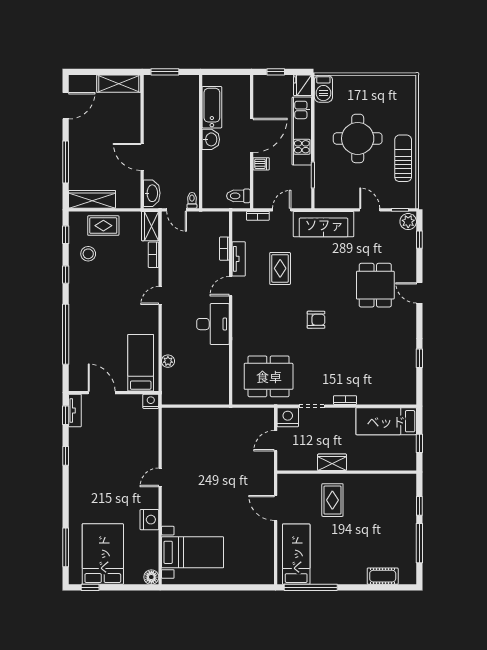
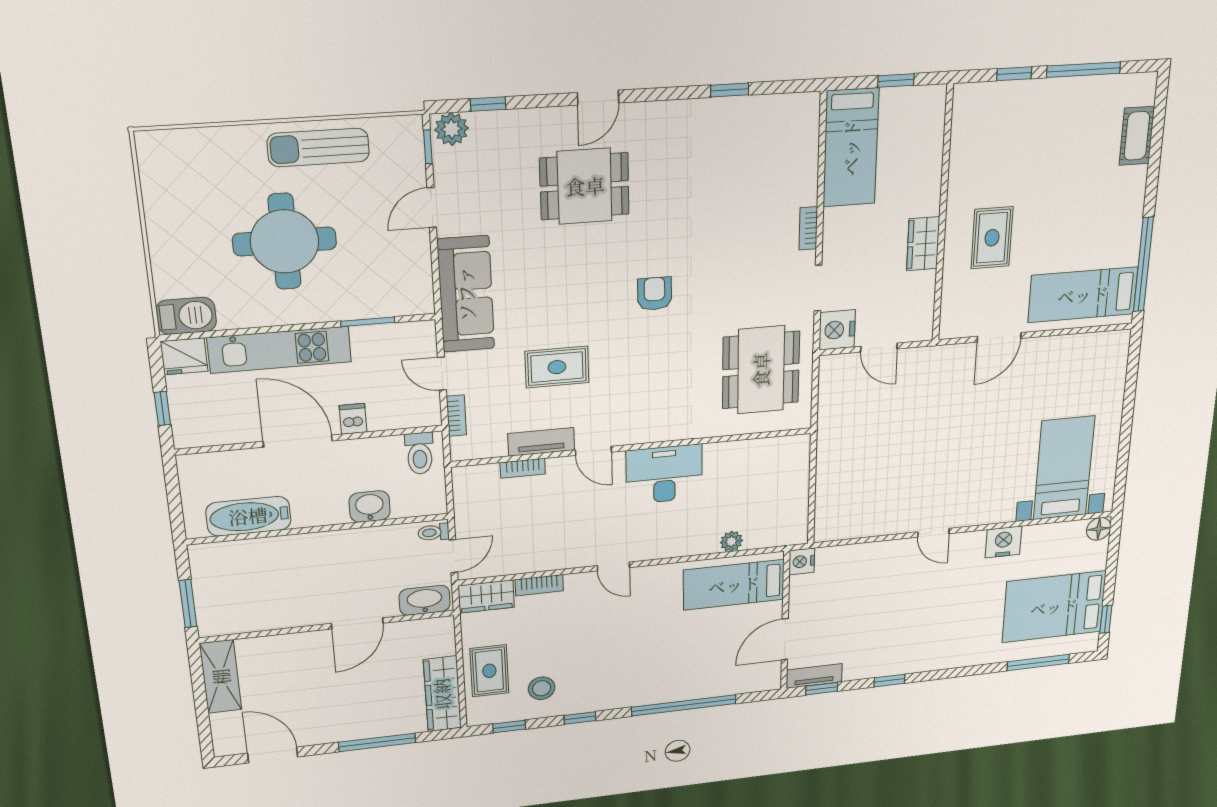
washbasin: (211, 139) -> (370, 507), moved
rug: (332, 500) -> (992, 238), turned 90

